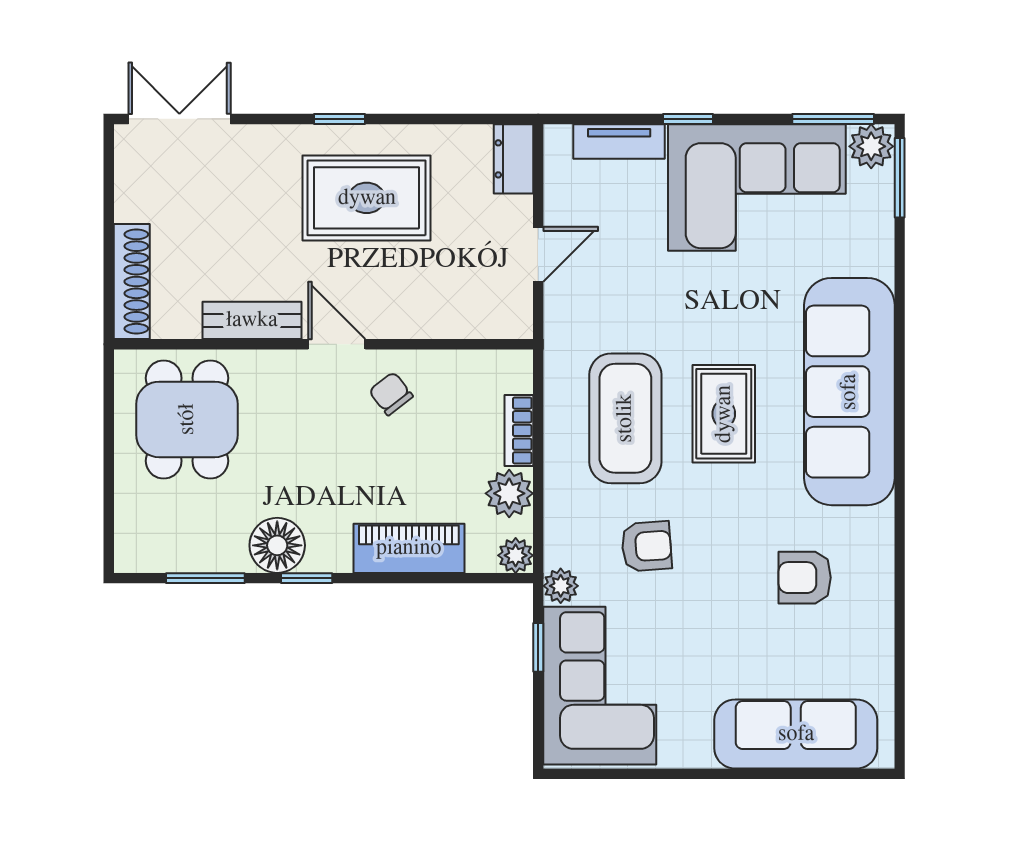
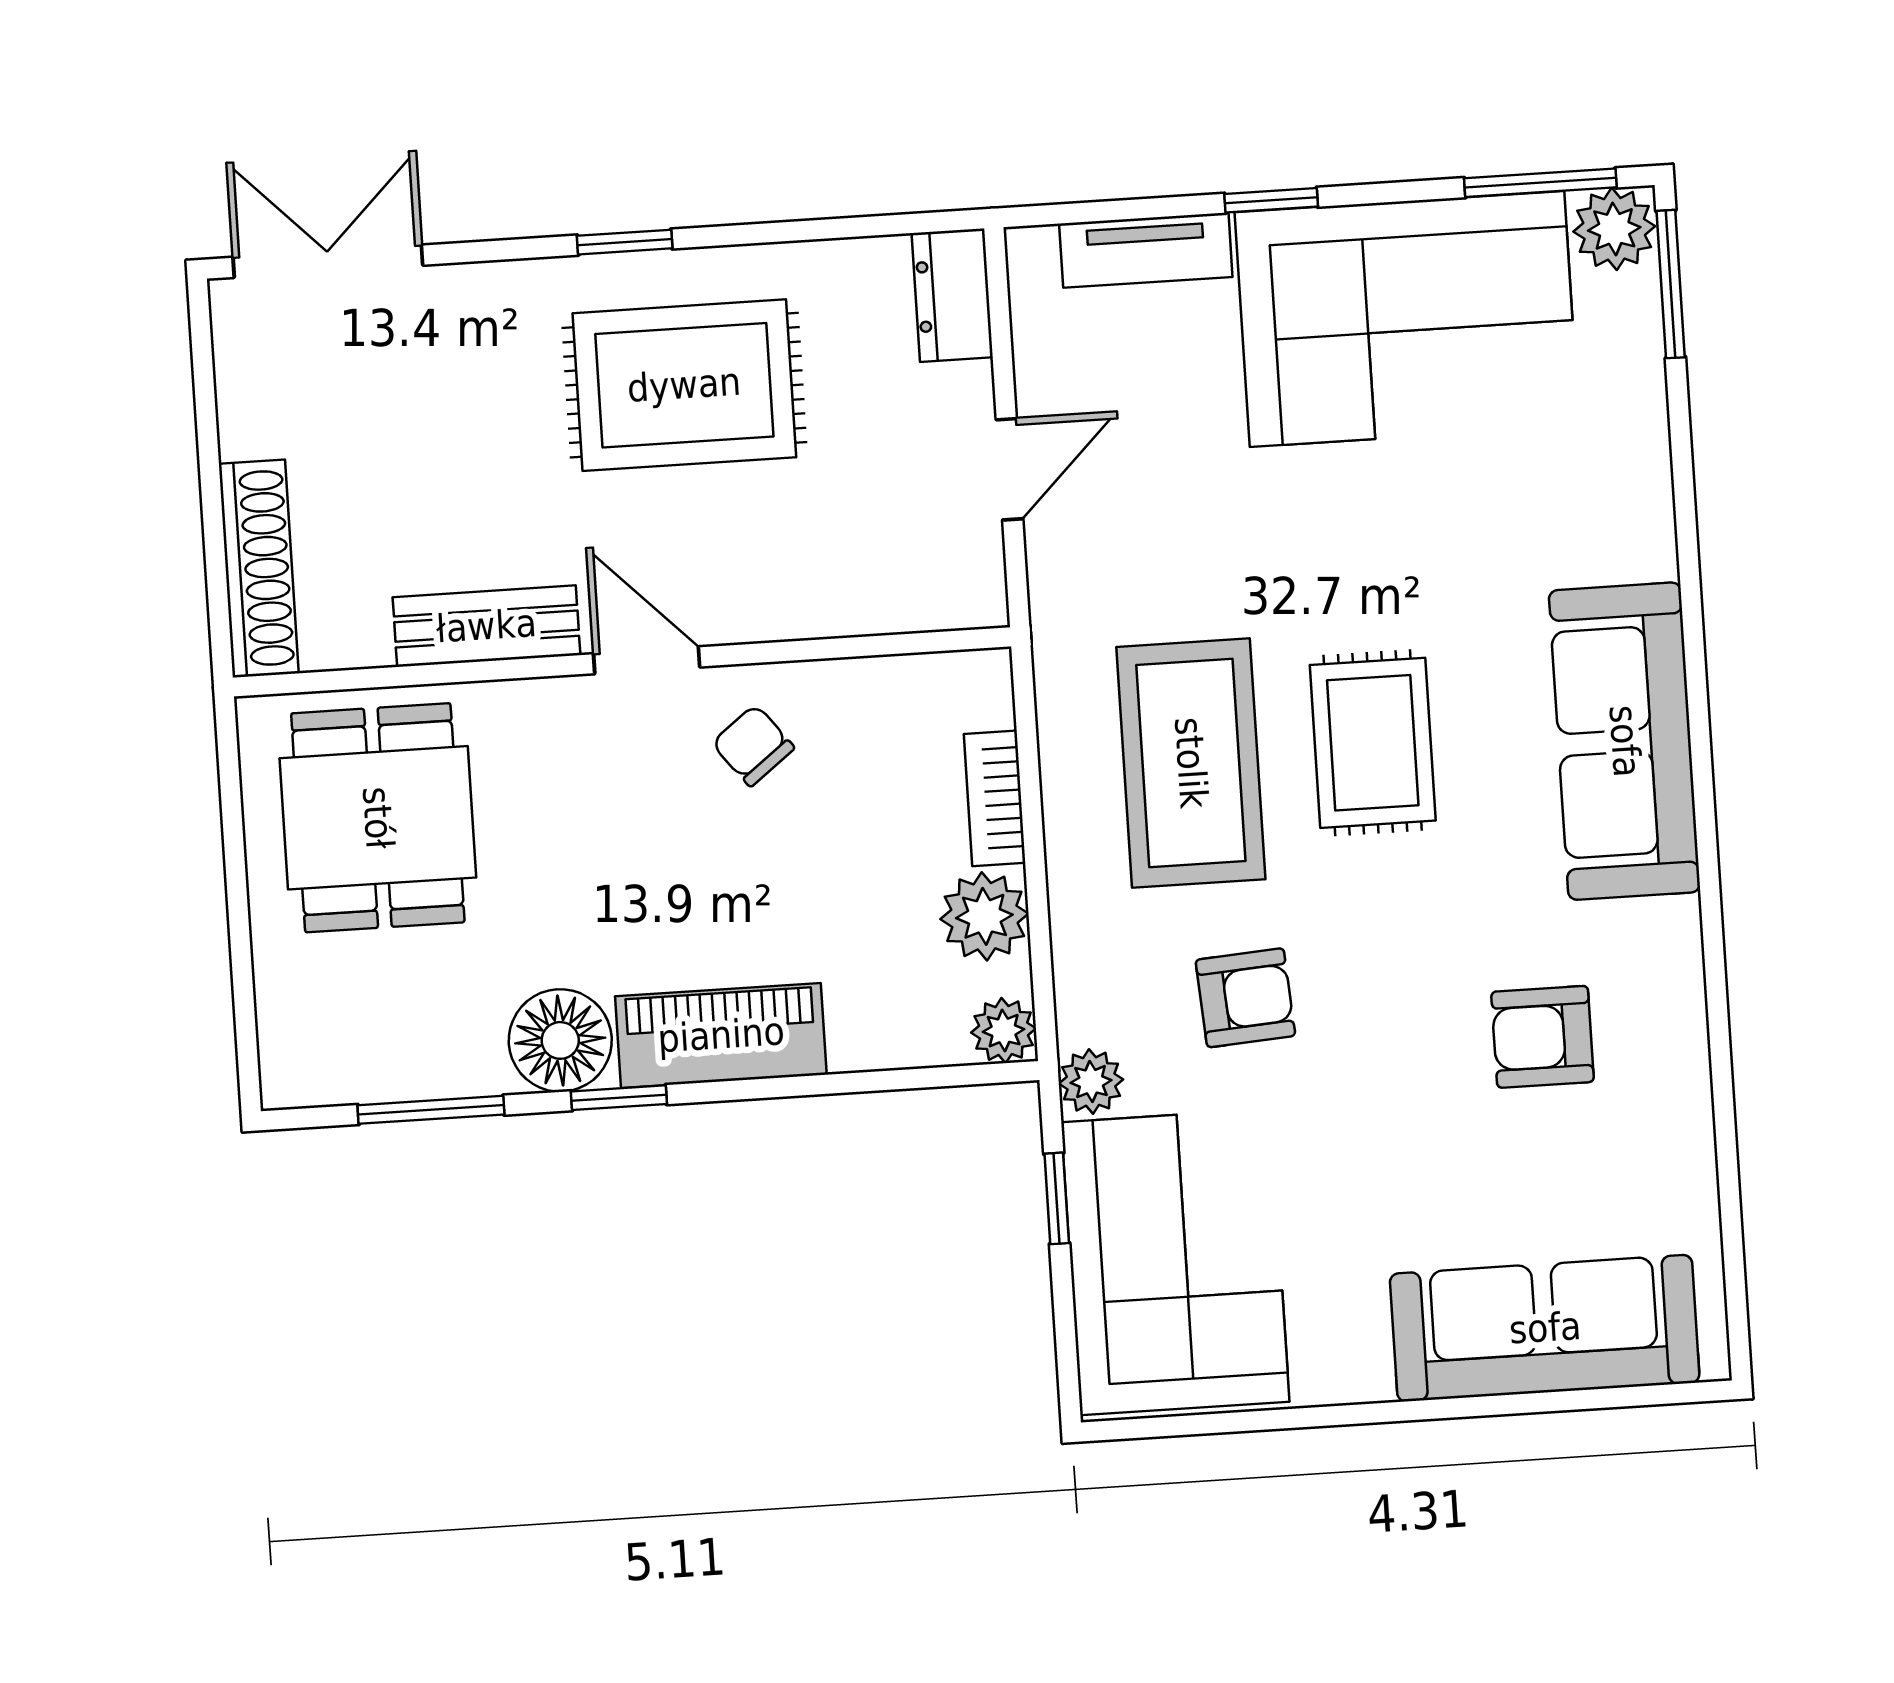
sofa: (849, 392) -> (1625, 741), width x0.74, depth x0.79
piano: (409, 548) -> (721, 1035), moved

